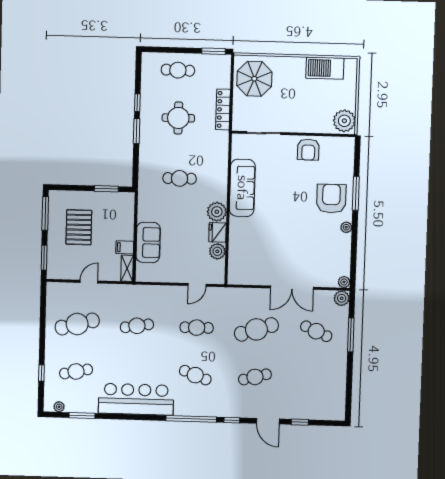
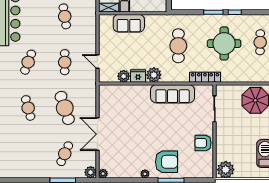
locker: (223, 109) -> (205, 77), moved
round table: (178, 118) -> (224, 44), width x1.36, depth x1.36
cafe table: (180, 178) -> (178, 46), width x1.37, depth x1.35

